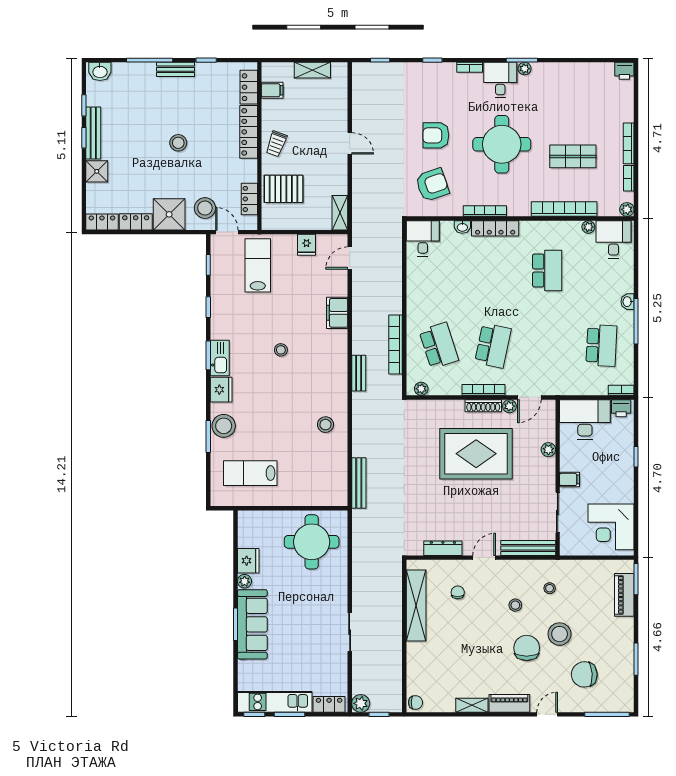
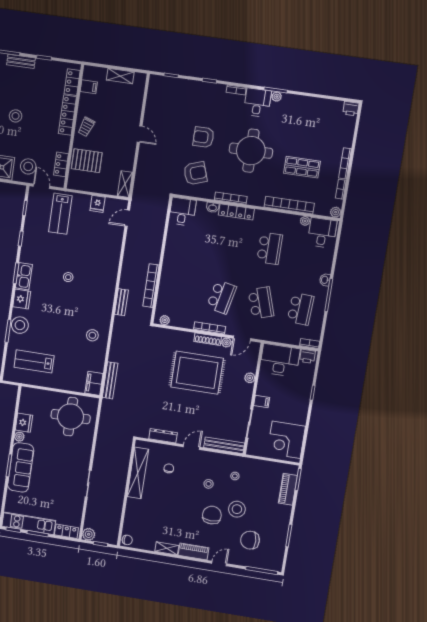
lab bench: (258, 265) -> (60, 214), turned 180
filing cabinet: (337, 313) -> (94, 383), moved
school desk: (439, 346) -> (261, 303), moved

